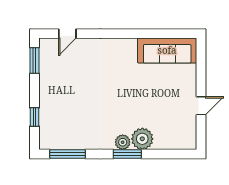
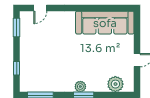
sofa: (167, 50) -> (105, 23), width x1.36, depth x1.27
plant: (142, 139) -> (115, 84), moved

